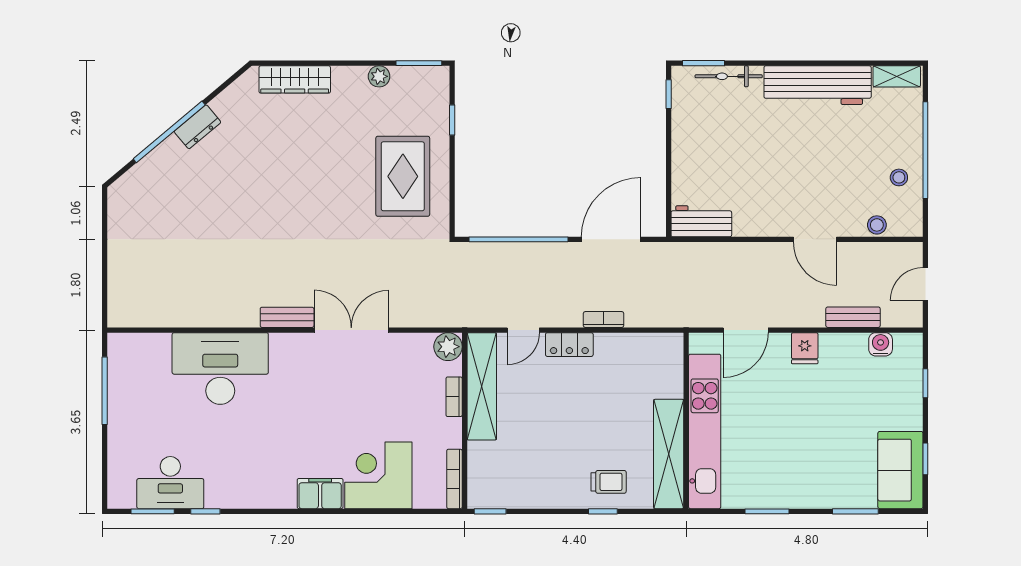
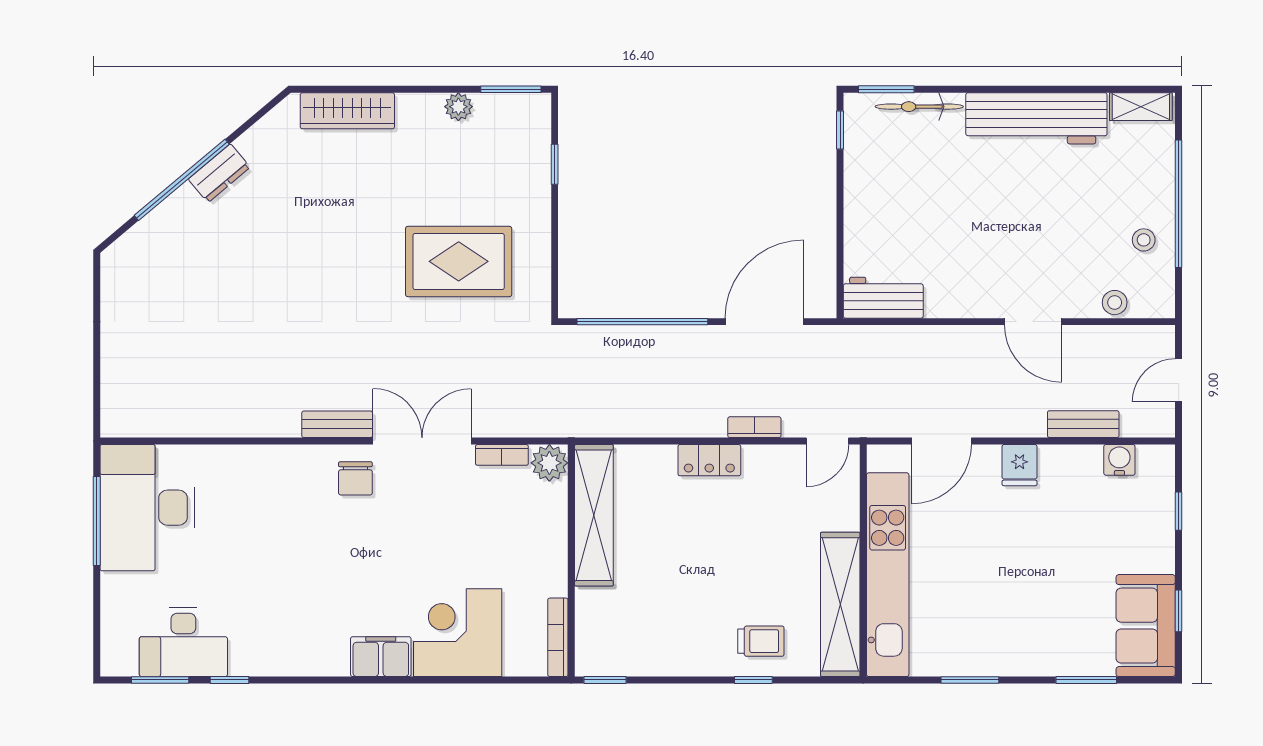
rug: (403, 176) -> (459, 261), moved, turned 90
door: (523, 330) -> (827, 441), moved
chair: (301, 358) -> (355, 478), added
desk: (220, 369) -> (147, 508), moved, turned -90
bookcase: (454, 397) -> (502, 455), moved, turned -90

